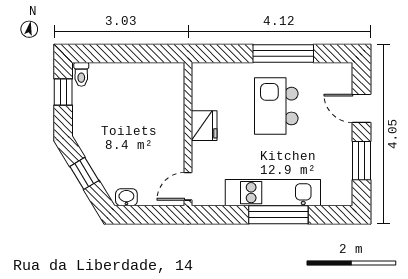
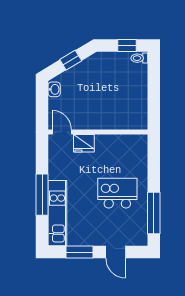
window: (283, 53) -> (154, 213), moved
door: (361, 108) -> (116, 252), swing flipped
fridge: (204, 126) -> (84, 143), moved
kitchen unit: (273, 193) -> (57, 213), moved

